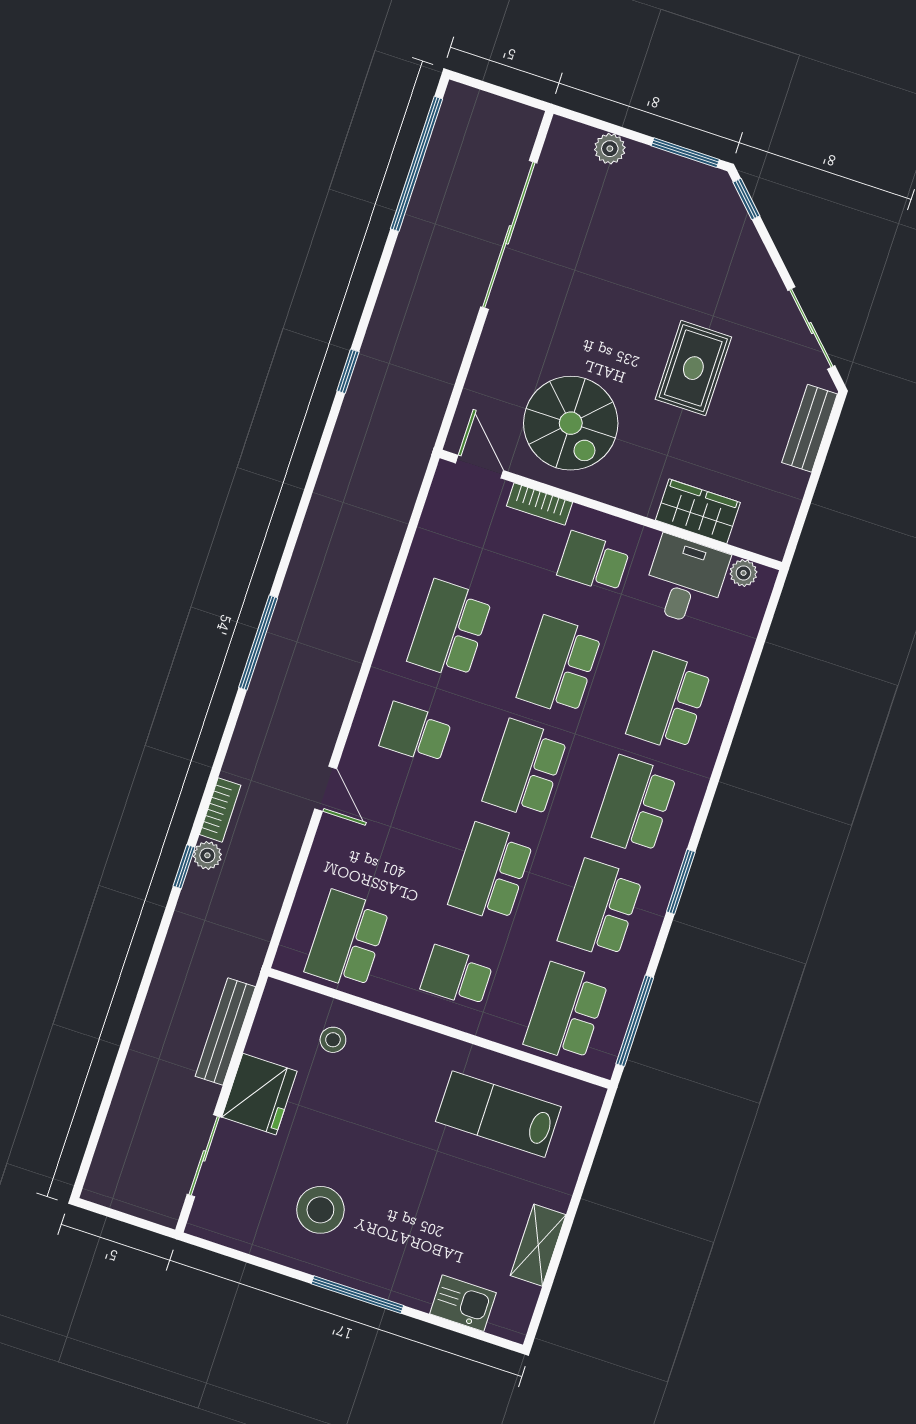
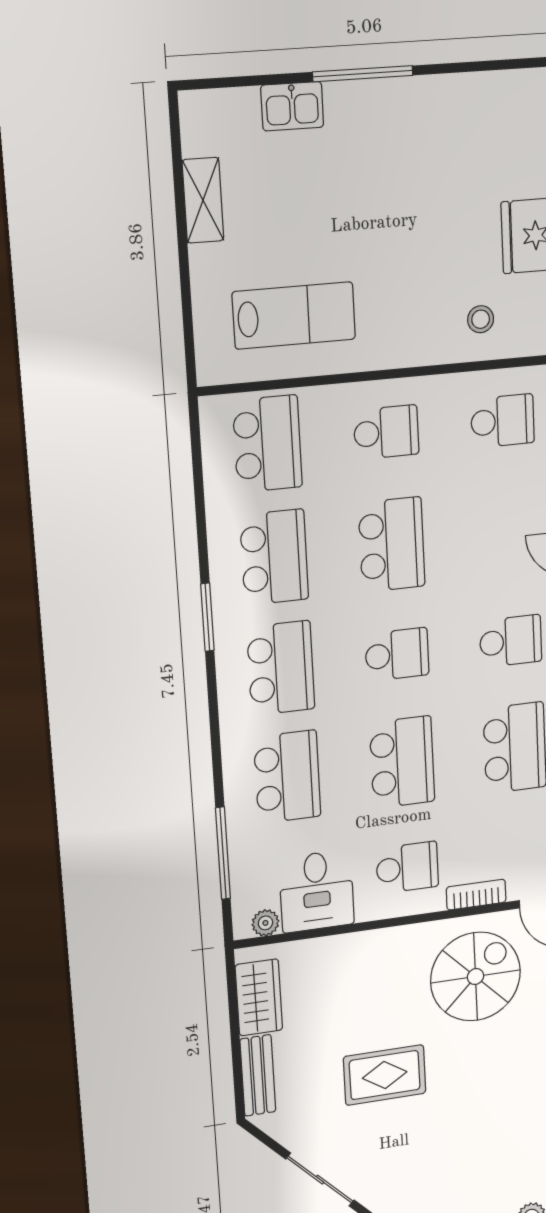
sliding door: (811, 328) -> (320, 1180), moved
rug: (693, 368) -> (385, 1075), turned 90
spiral stairs: (571, 423) -> (476, 977), turned 90
wardrobe: (698, 511) -> (259, 997), moved, turned -90
school desk: (525, 769) -> (397, 654), width x0.54
school desk: (347, 940) -> (503, 421), width x0.54
window: (635, 1021) -> (223, 853), moved
stool: (320, 1210) -> (431, 145), removed
kitchen sink: (463, 1303) -> (292, 106), moved

